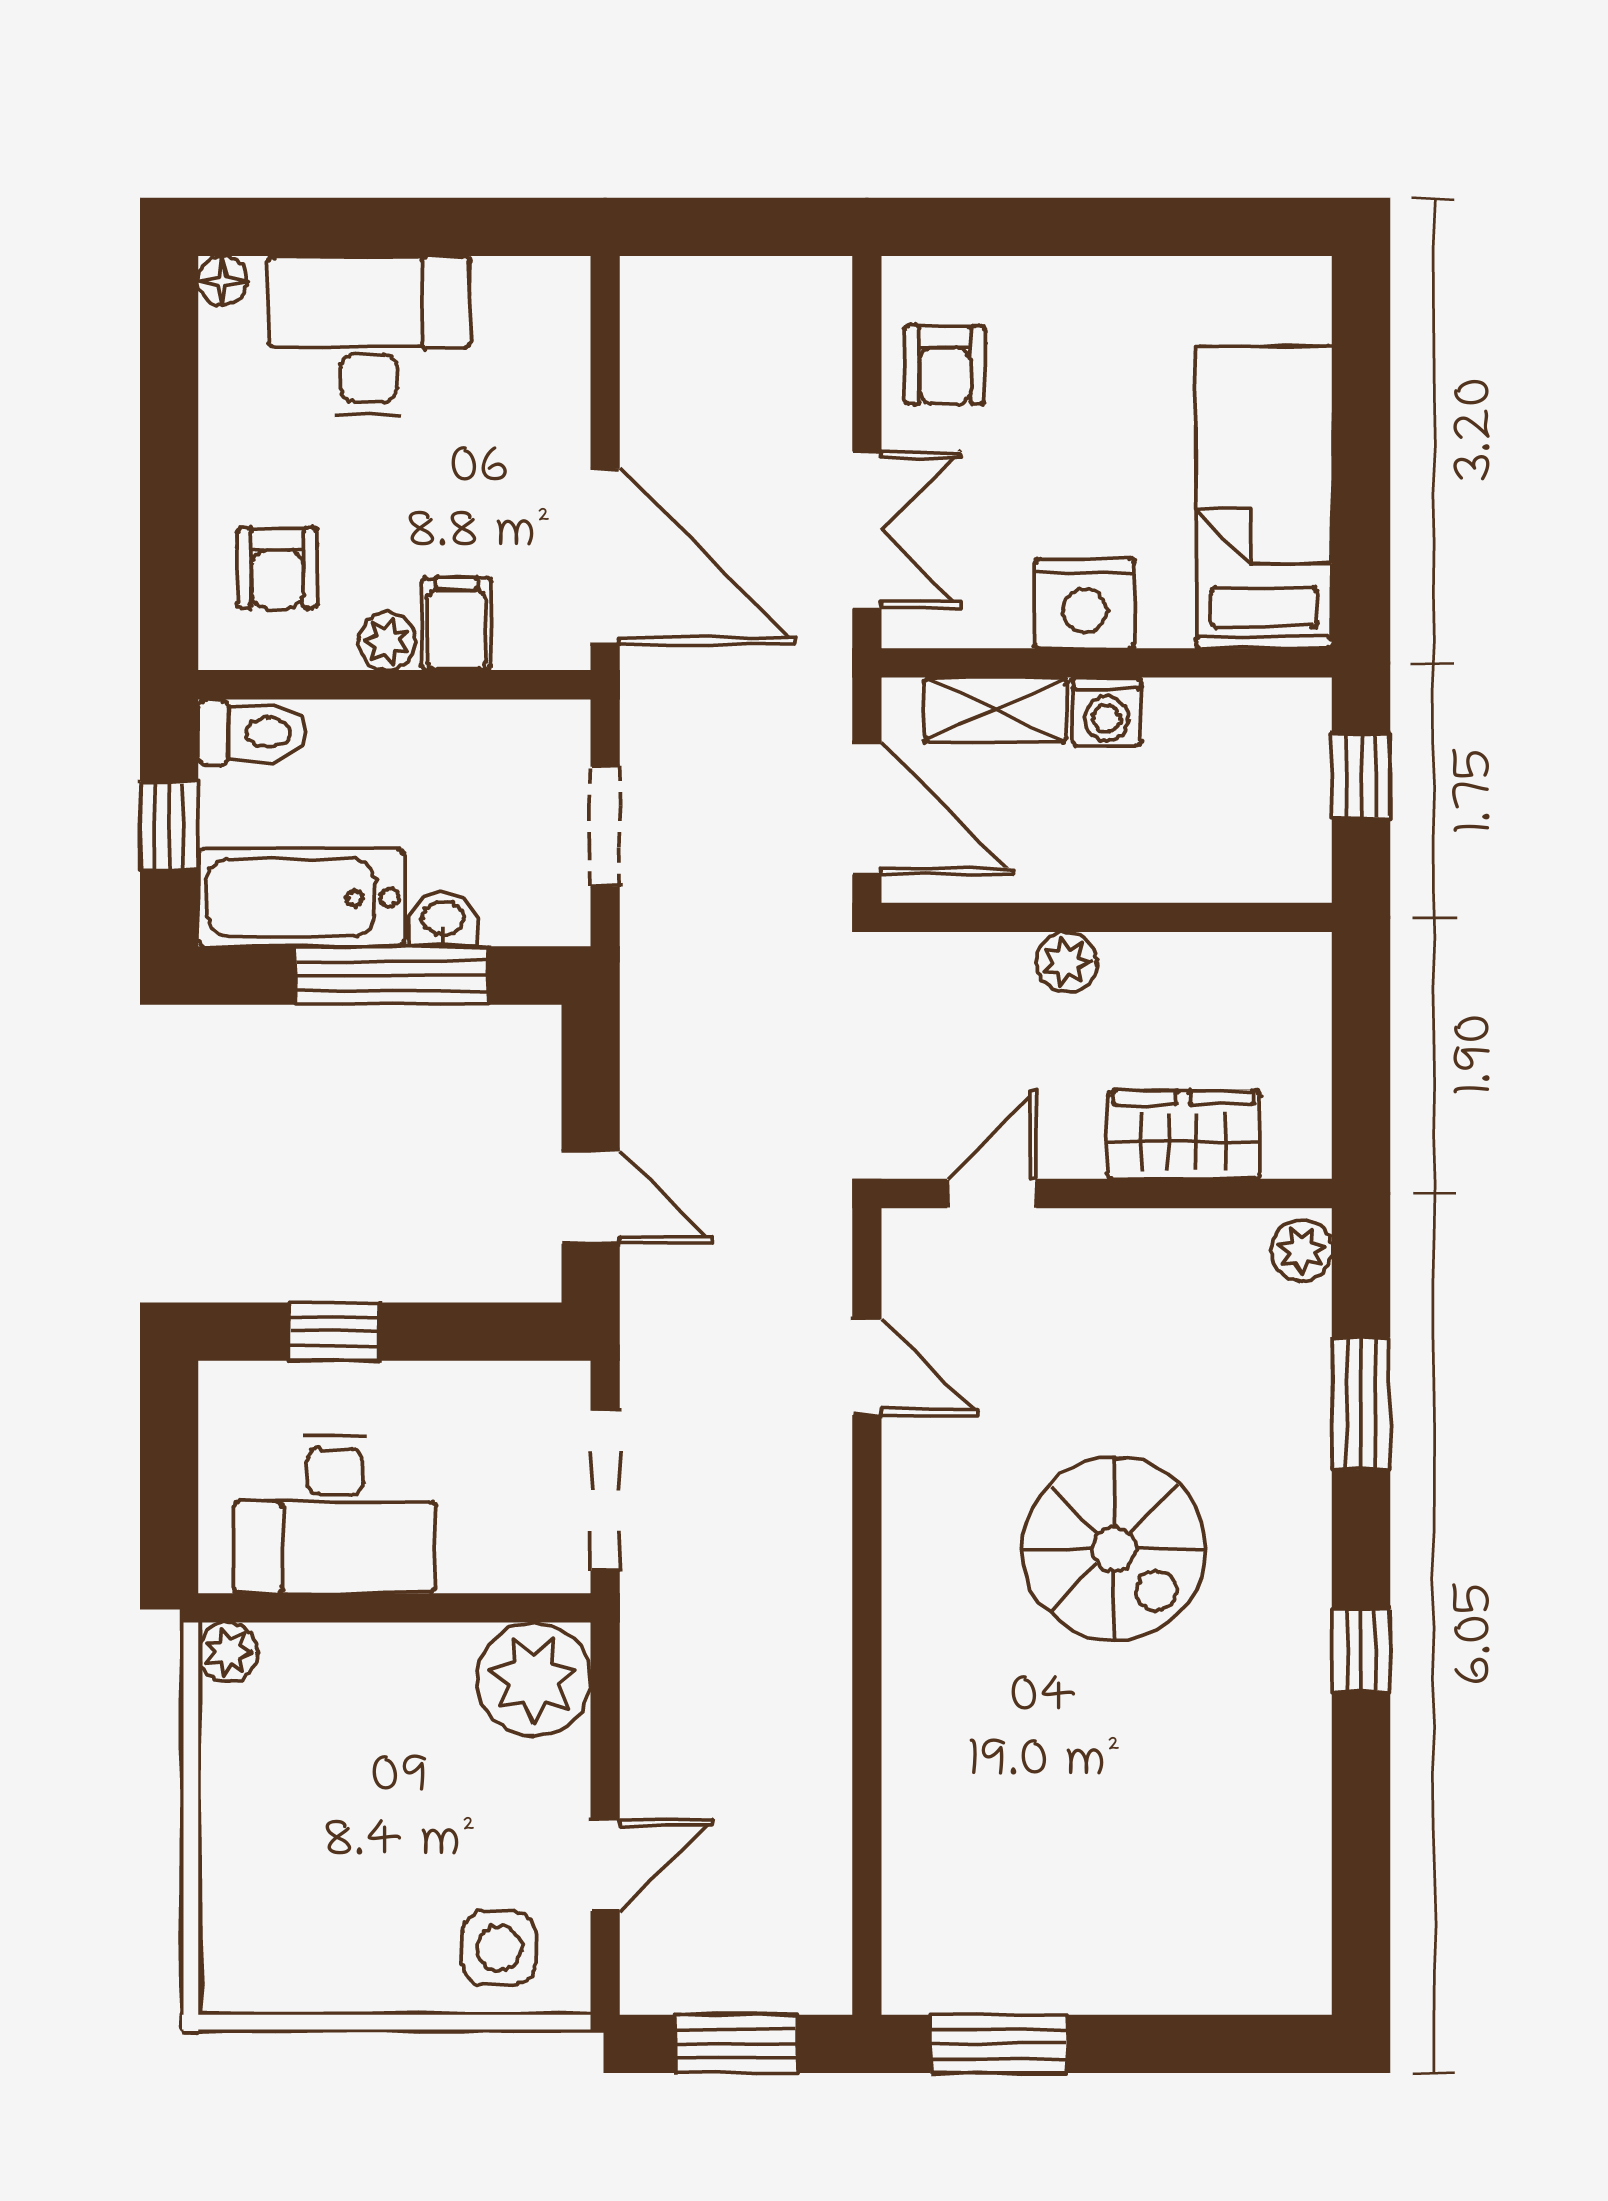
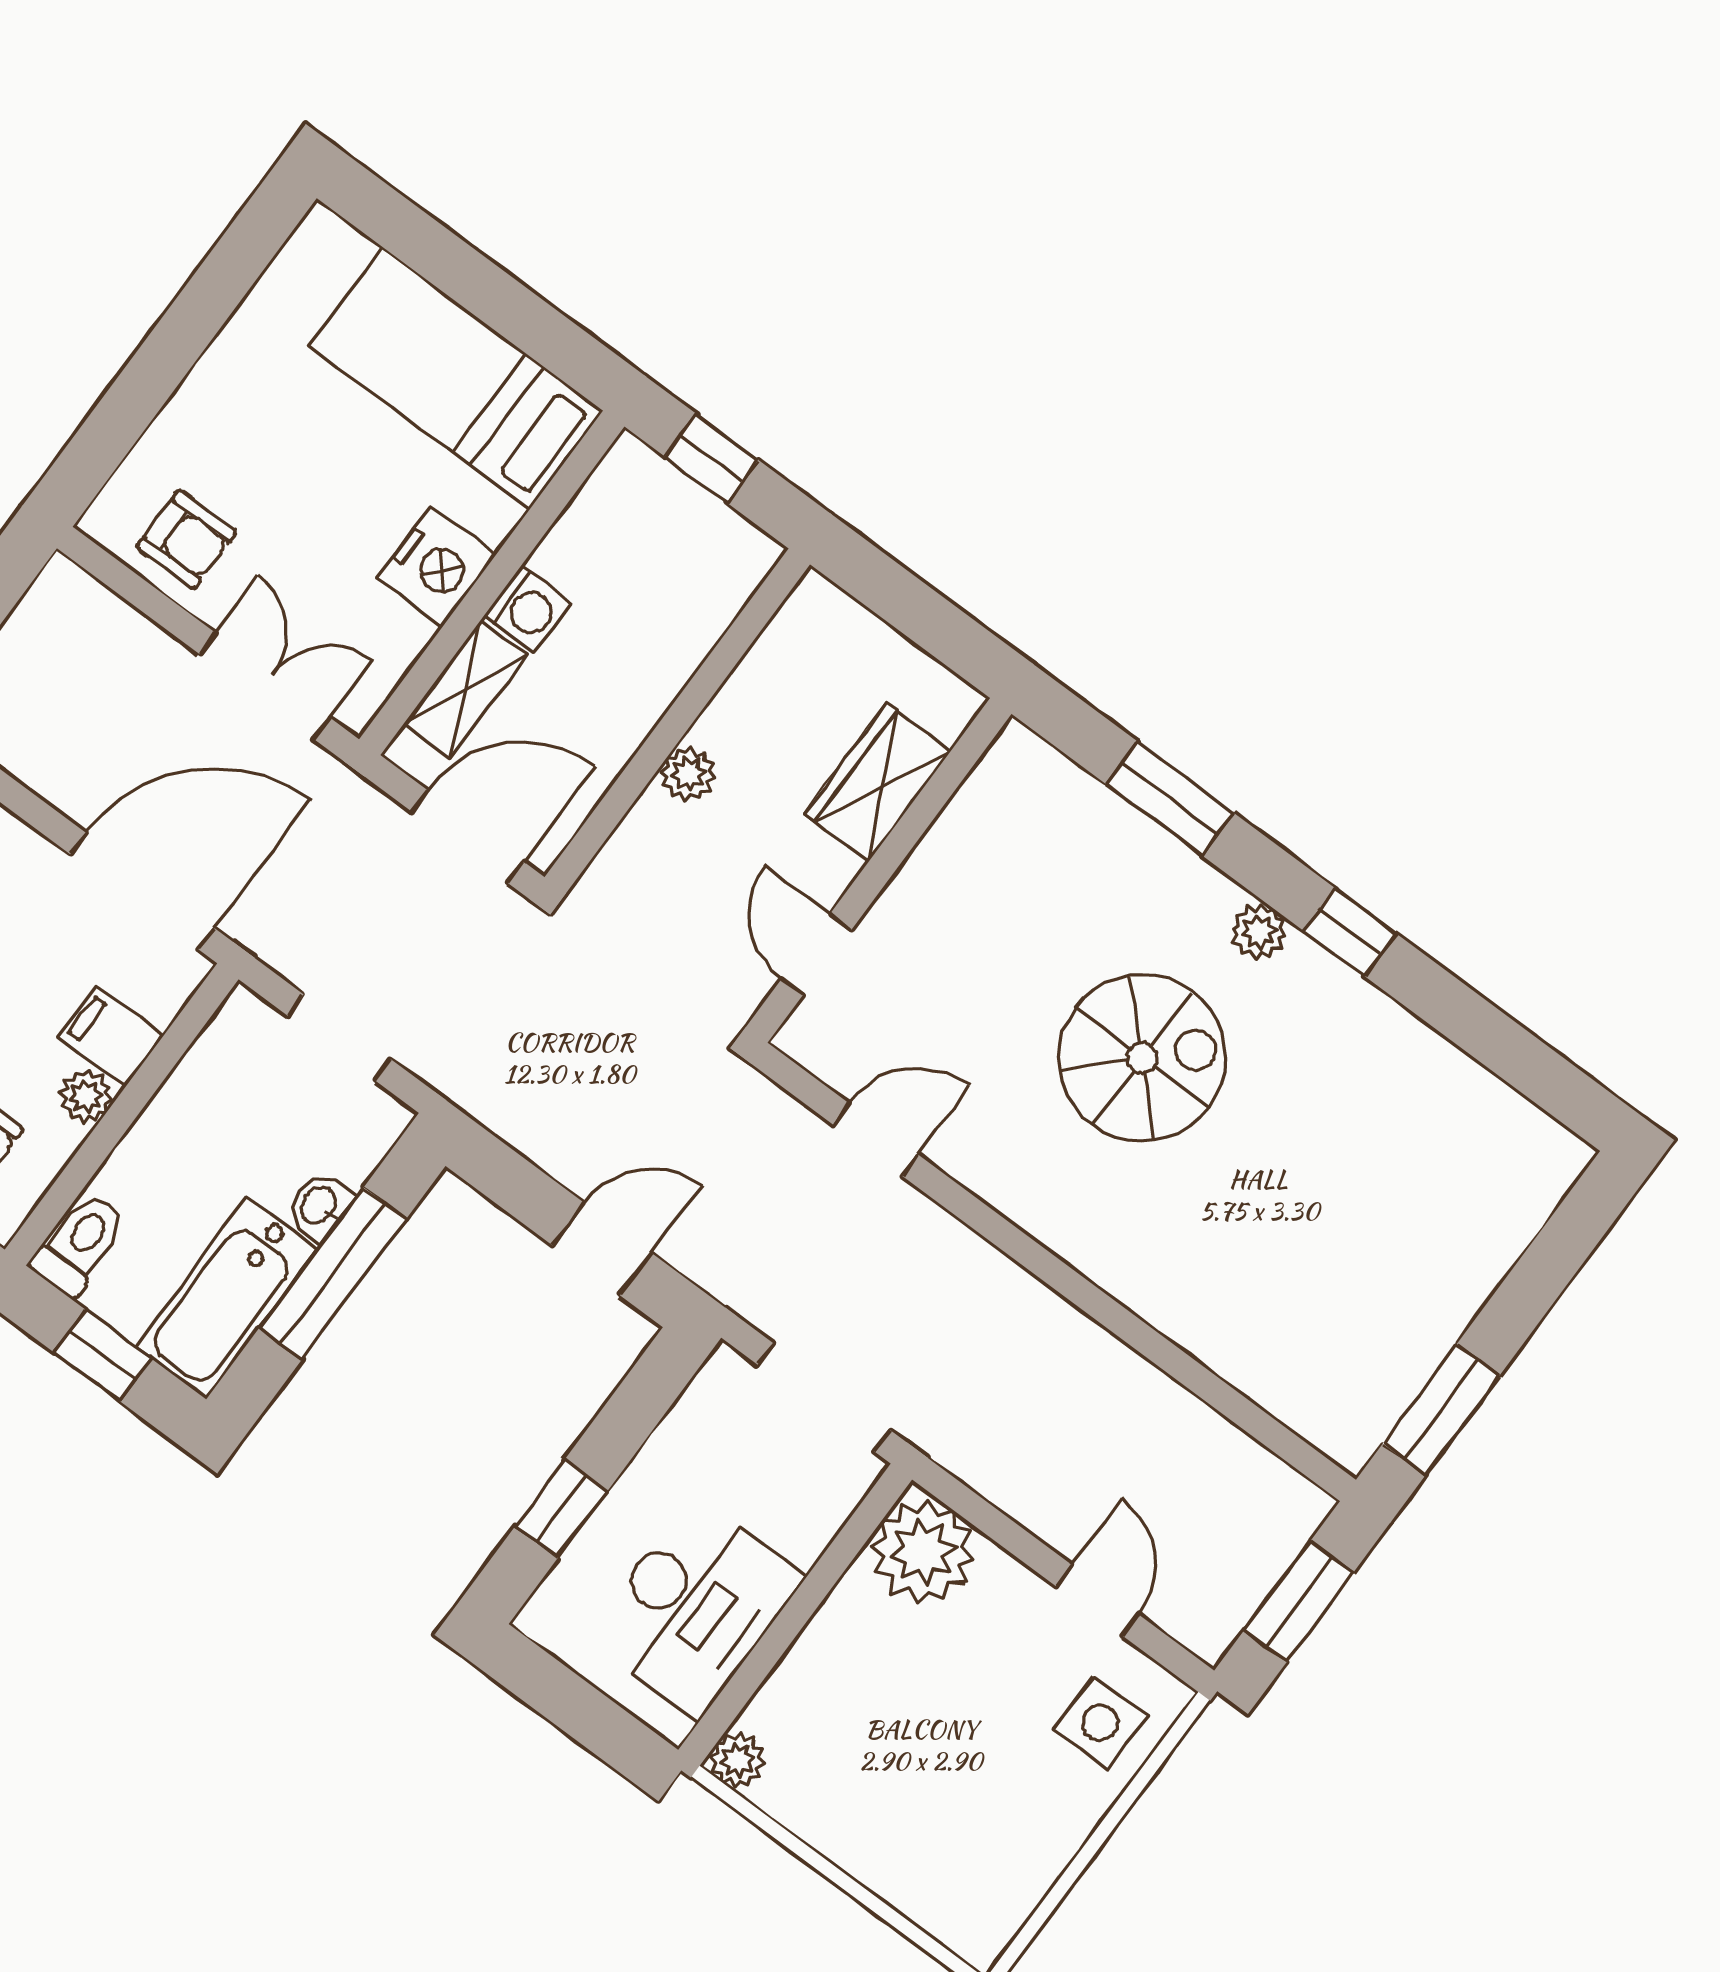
plant: (1302, 1250) -> (1259, 932), moved

